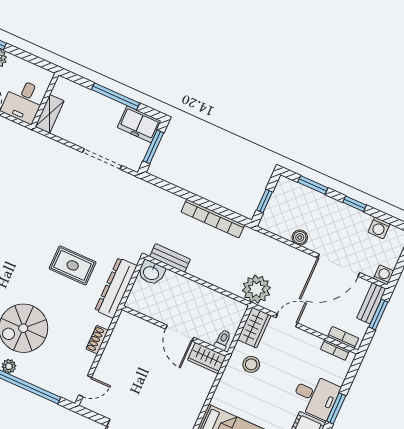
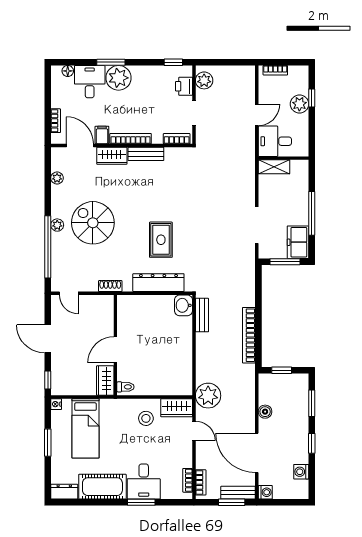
wall: (175, 331) -> (115, 345), moved
door: (180, 333) -> (115, 350), moved
toilet: (223, 340) -> (125, 387), moved
wardrobe: (207, 358) -> (105, 381), moved

